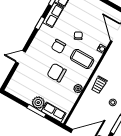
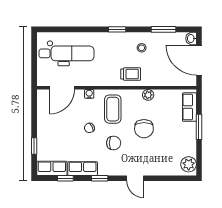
door: (21, 57) -> (135, 178), moved
plant: (38, 103) -> (189, 164), moved

